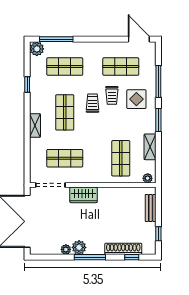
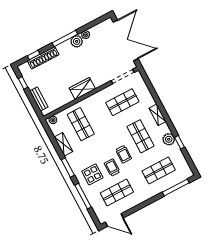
plant: (37, 49) -> (169, 139), moved
wardrobe: (84, 195) -> (82, 88), moved

